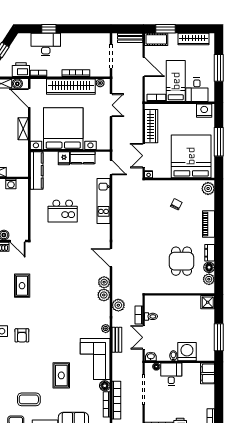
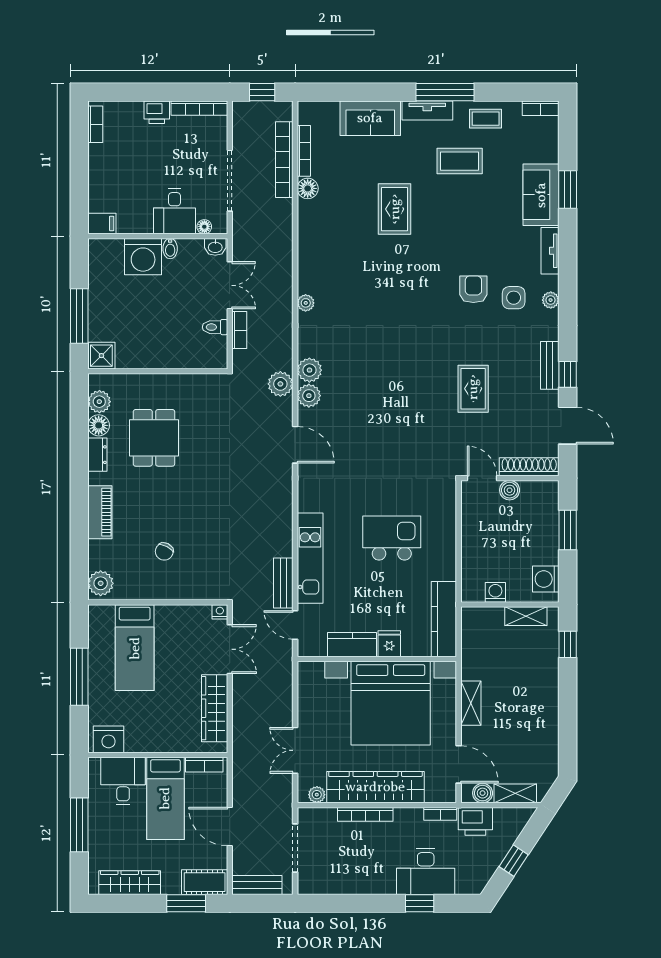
bed: (191, 156) -> (135, 648), width x0.49
plant: (118, 305) -> (280, 384), moved
window: (219, 337) -> (79, 316), moved
bench: (117, 340) -> (283, 583), moved
corner sofa: (95, 359) -> (327, 242), removed
filing cabinet: (207, 373) -> (102, 223), width x0.50

